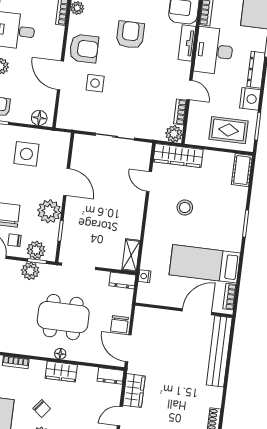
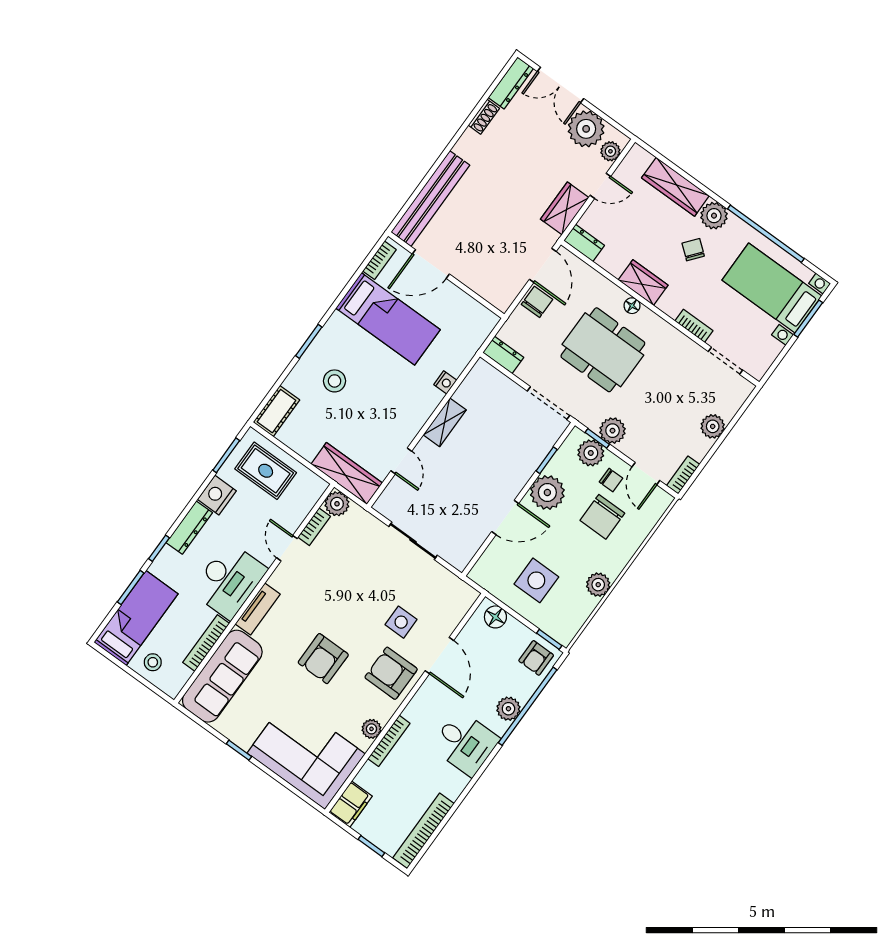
door: (67, 182) -> (505, 518), swing flipped
stool: (185, 208) -> (335, 381), moved
shelving: (131, 255) -> (445, 422), moved
nightstand: (145, 276) -> (445, 382), moved

